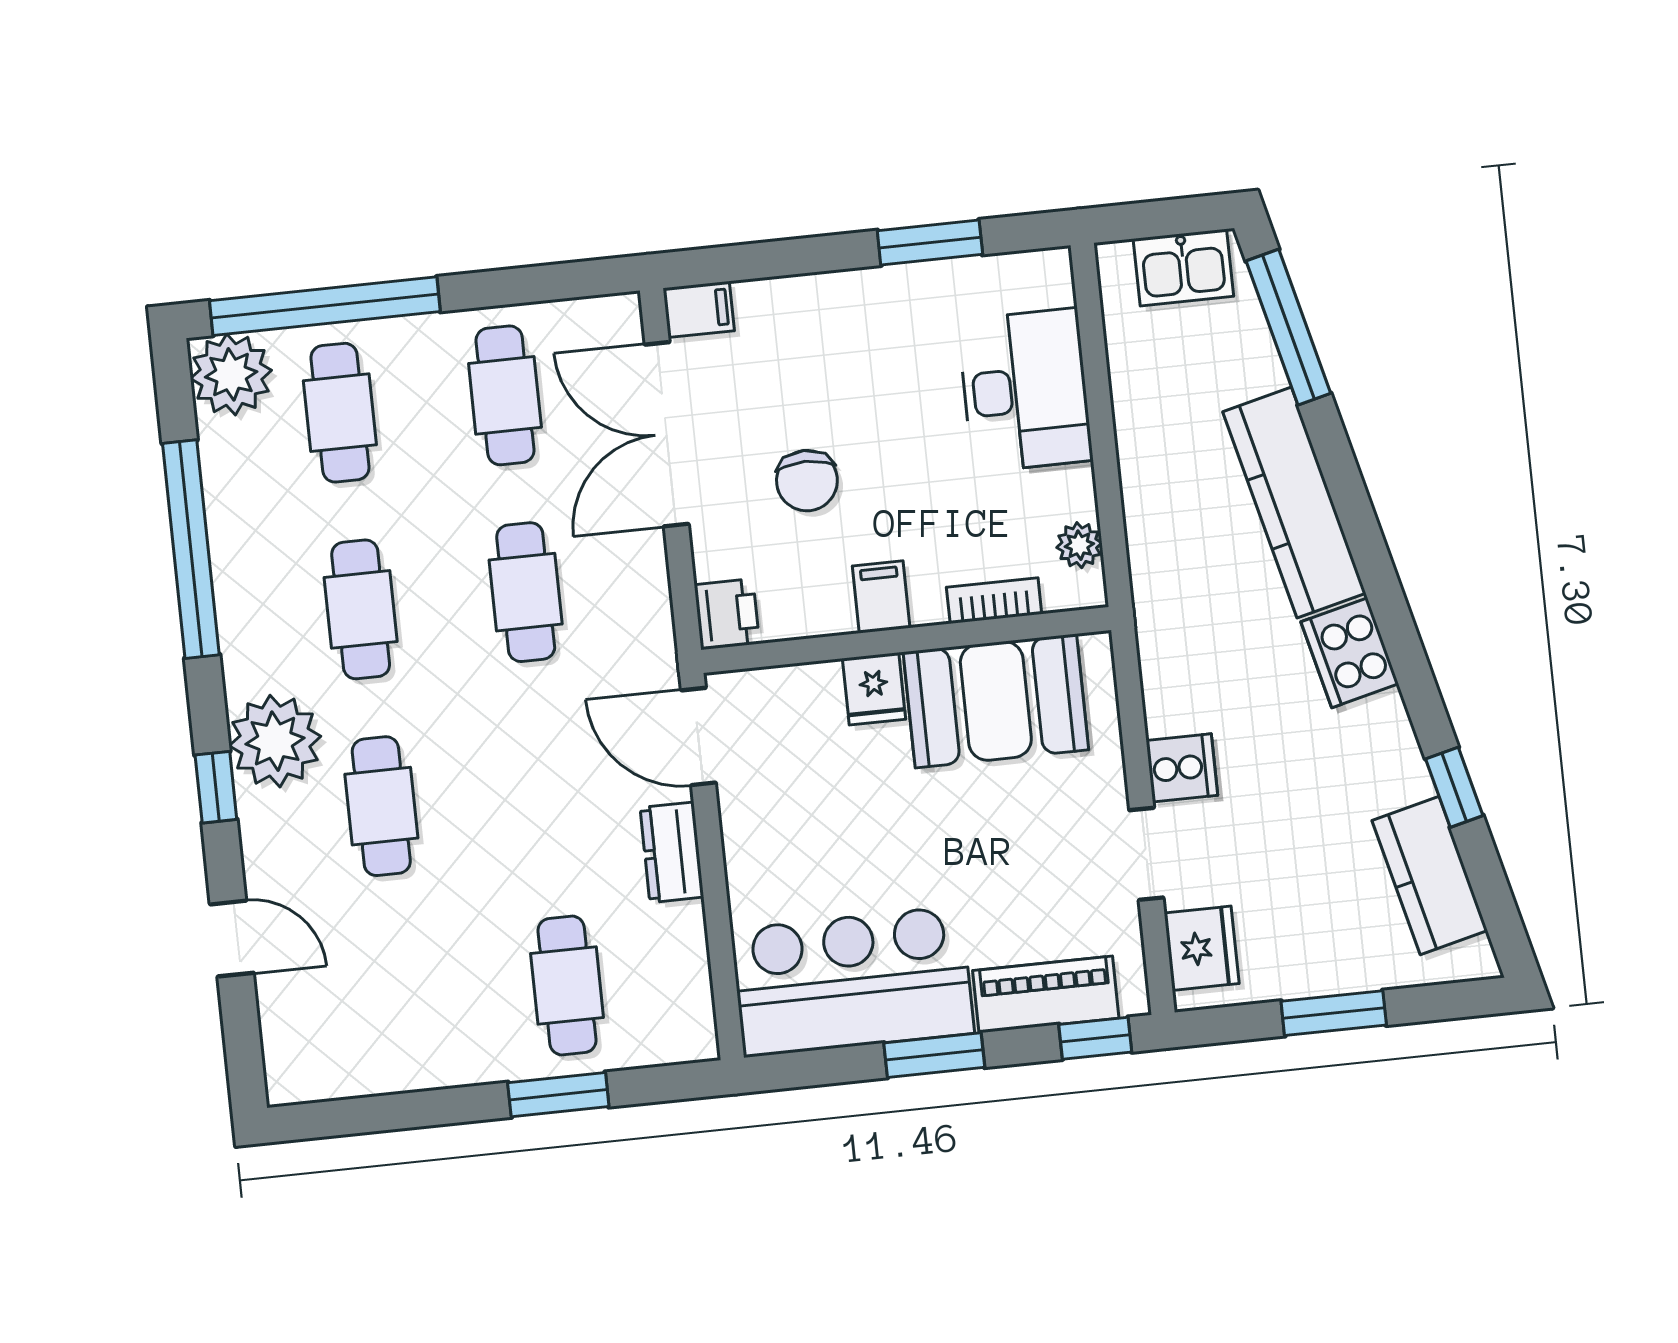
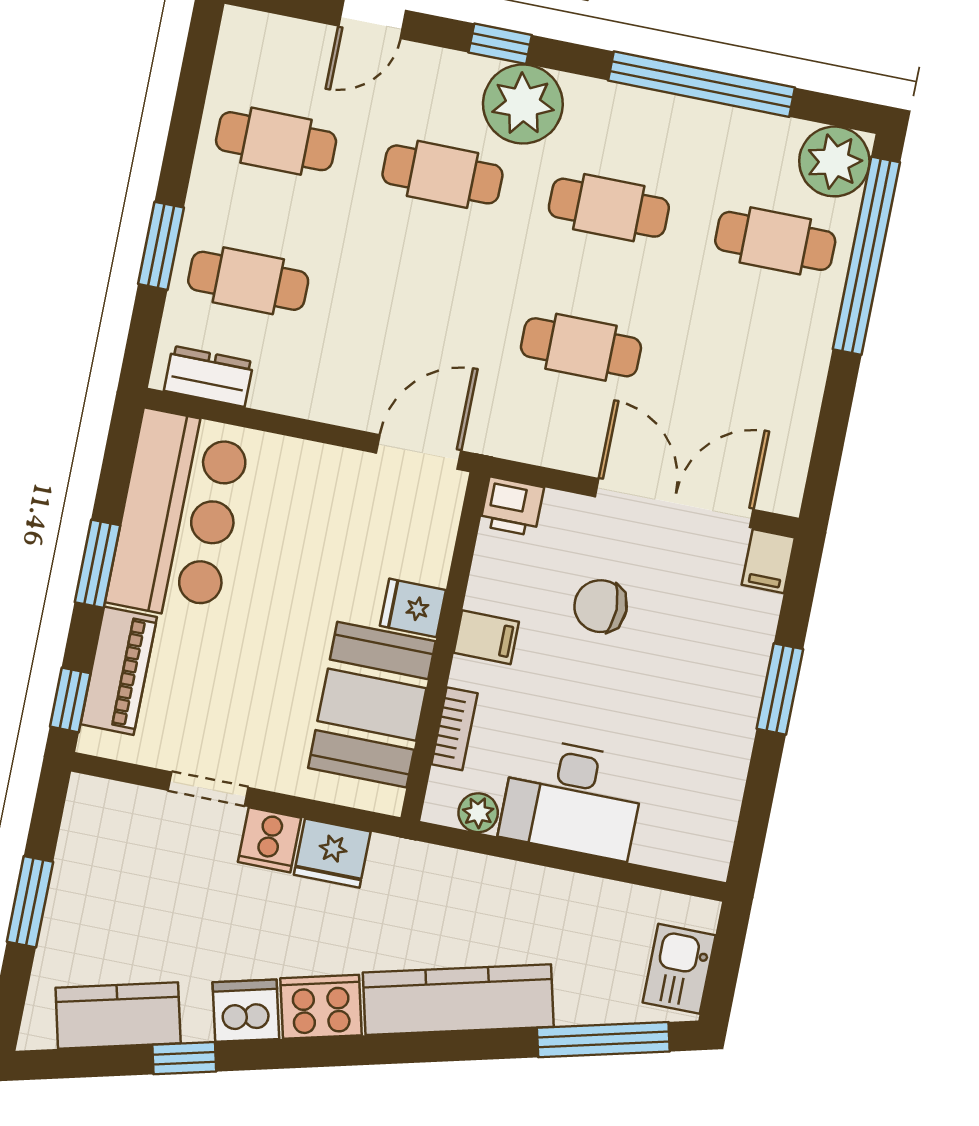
window: (930, 243) -> (780, 689), moved
desk: (1025, 390) -> (572, 799), moved
cafe table: (505, 395) -> (276, 141), moved
dishwasher: (1380, 735) -> (246, 1011), added
dresser: (672, 852) -> (209, 376), moved
fridge: (1202, 948) -> (332, 853), moved

